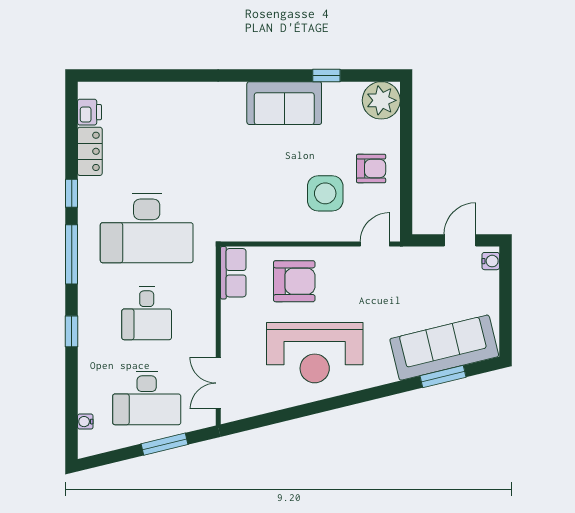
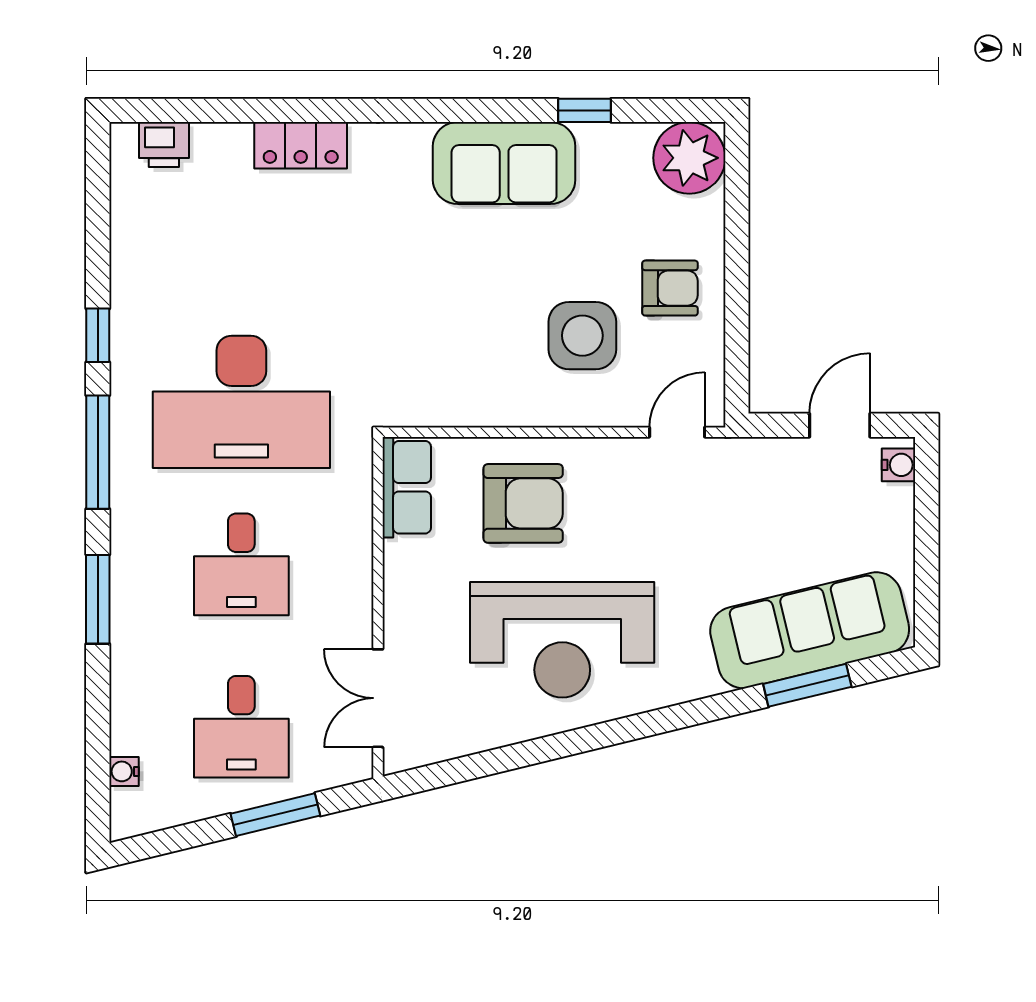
printer: (89, 112) -> (164, 145), moved, turned 90
locker: (90, 151) -> (301, 145), moved, turned 90
window: (72, 331) -> (98, 599), width x1.50
desk: (147, 398) -> (241, 727), width x0.73

